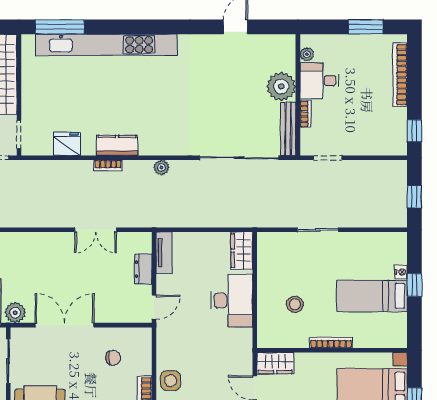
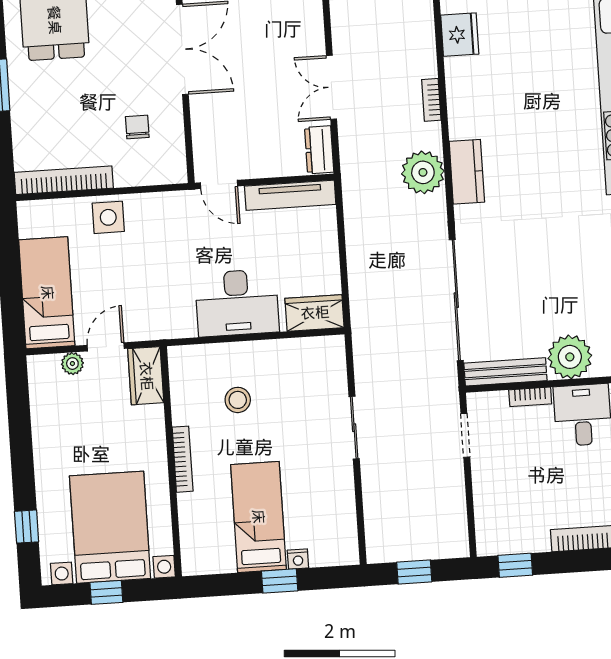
kitchen counter: (117, 145) -> (467, 172), moved
plant: (161, 167) -> (423, 172), width x1.88, depth x1.88
tv unit: (164, 253) -> (290, 195), width x1.41
dresser: (143, 269) -> (319, 150), moved, turned -90
chair: (113, 358) -> (137, 127), turned 180

